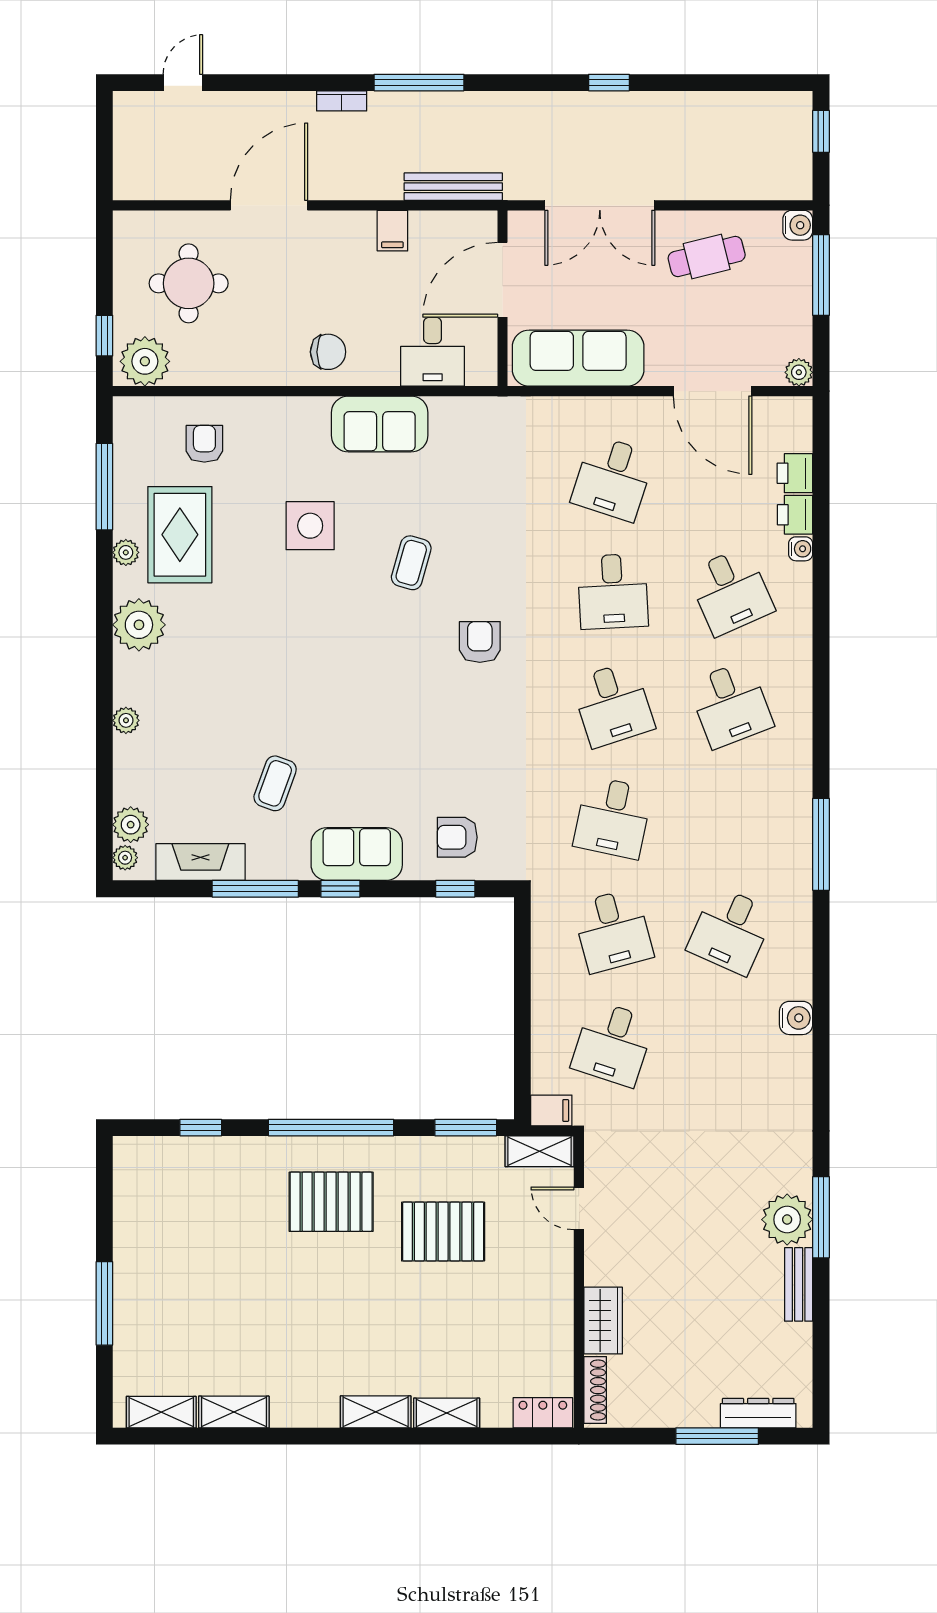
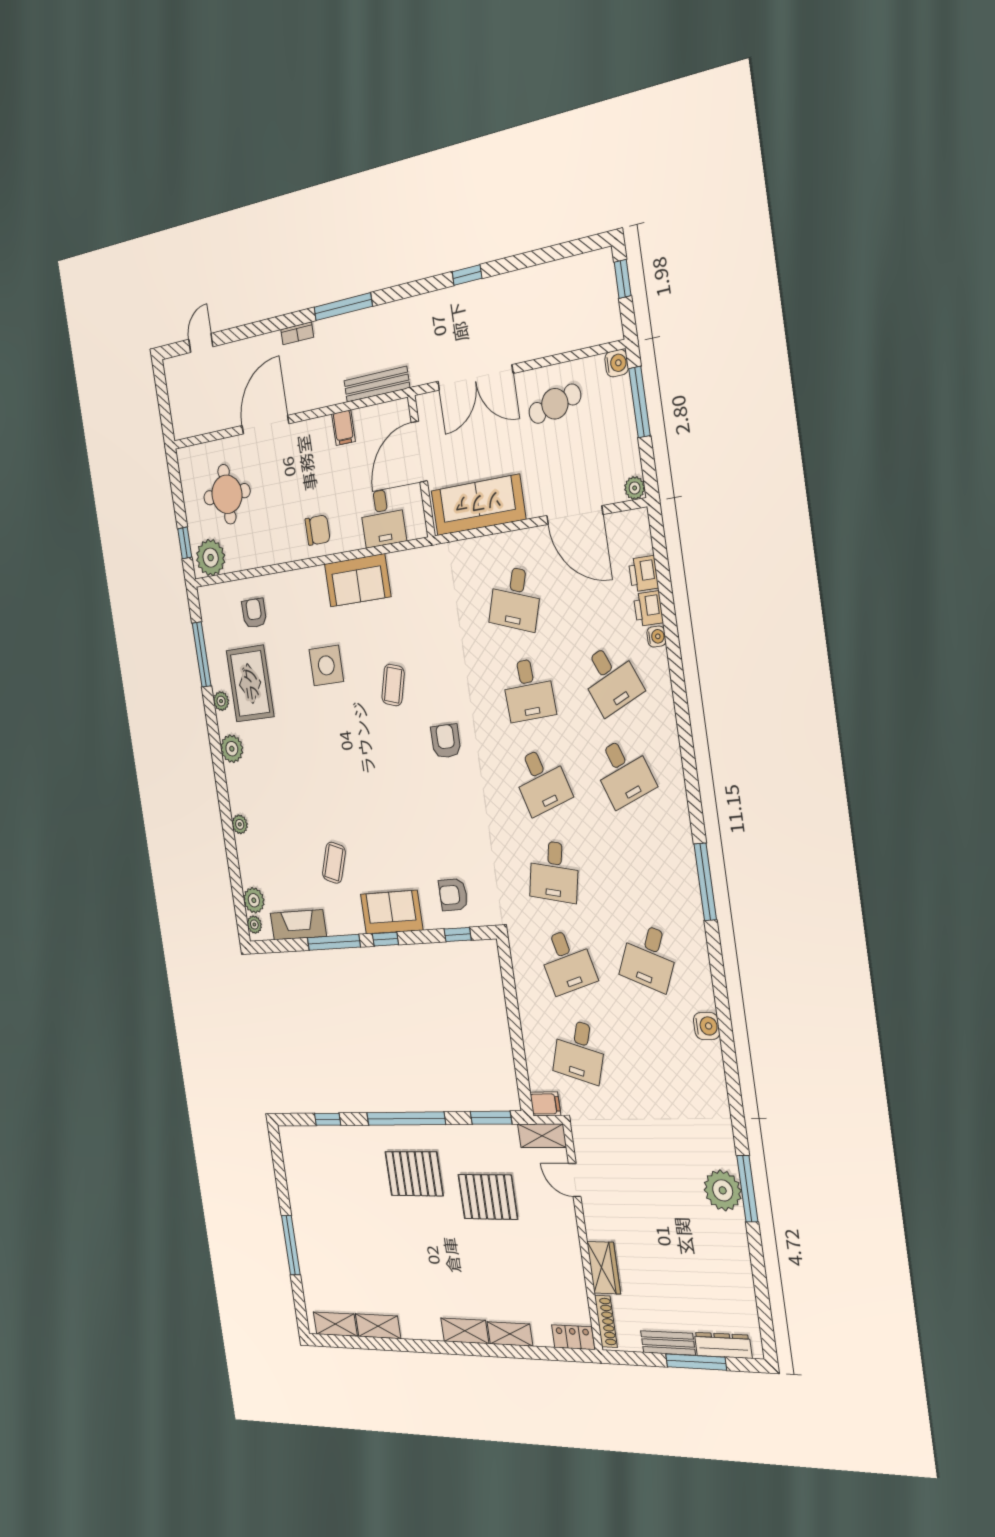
plant: (139, 625) -> (232, 749), width x0.73, depth x0.73
bench: (799, 1284) -> (668, 1343), moved, turned 90

